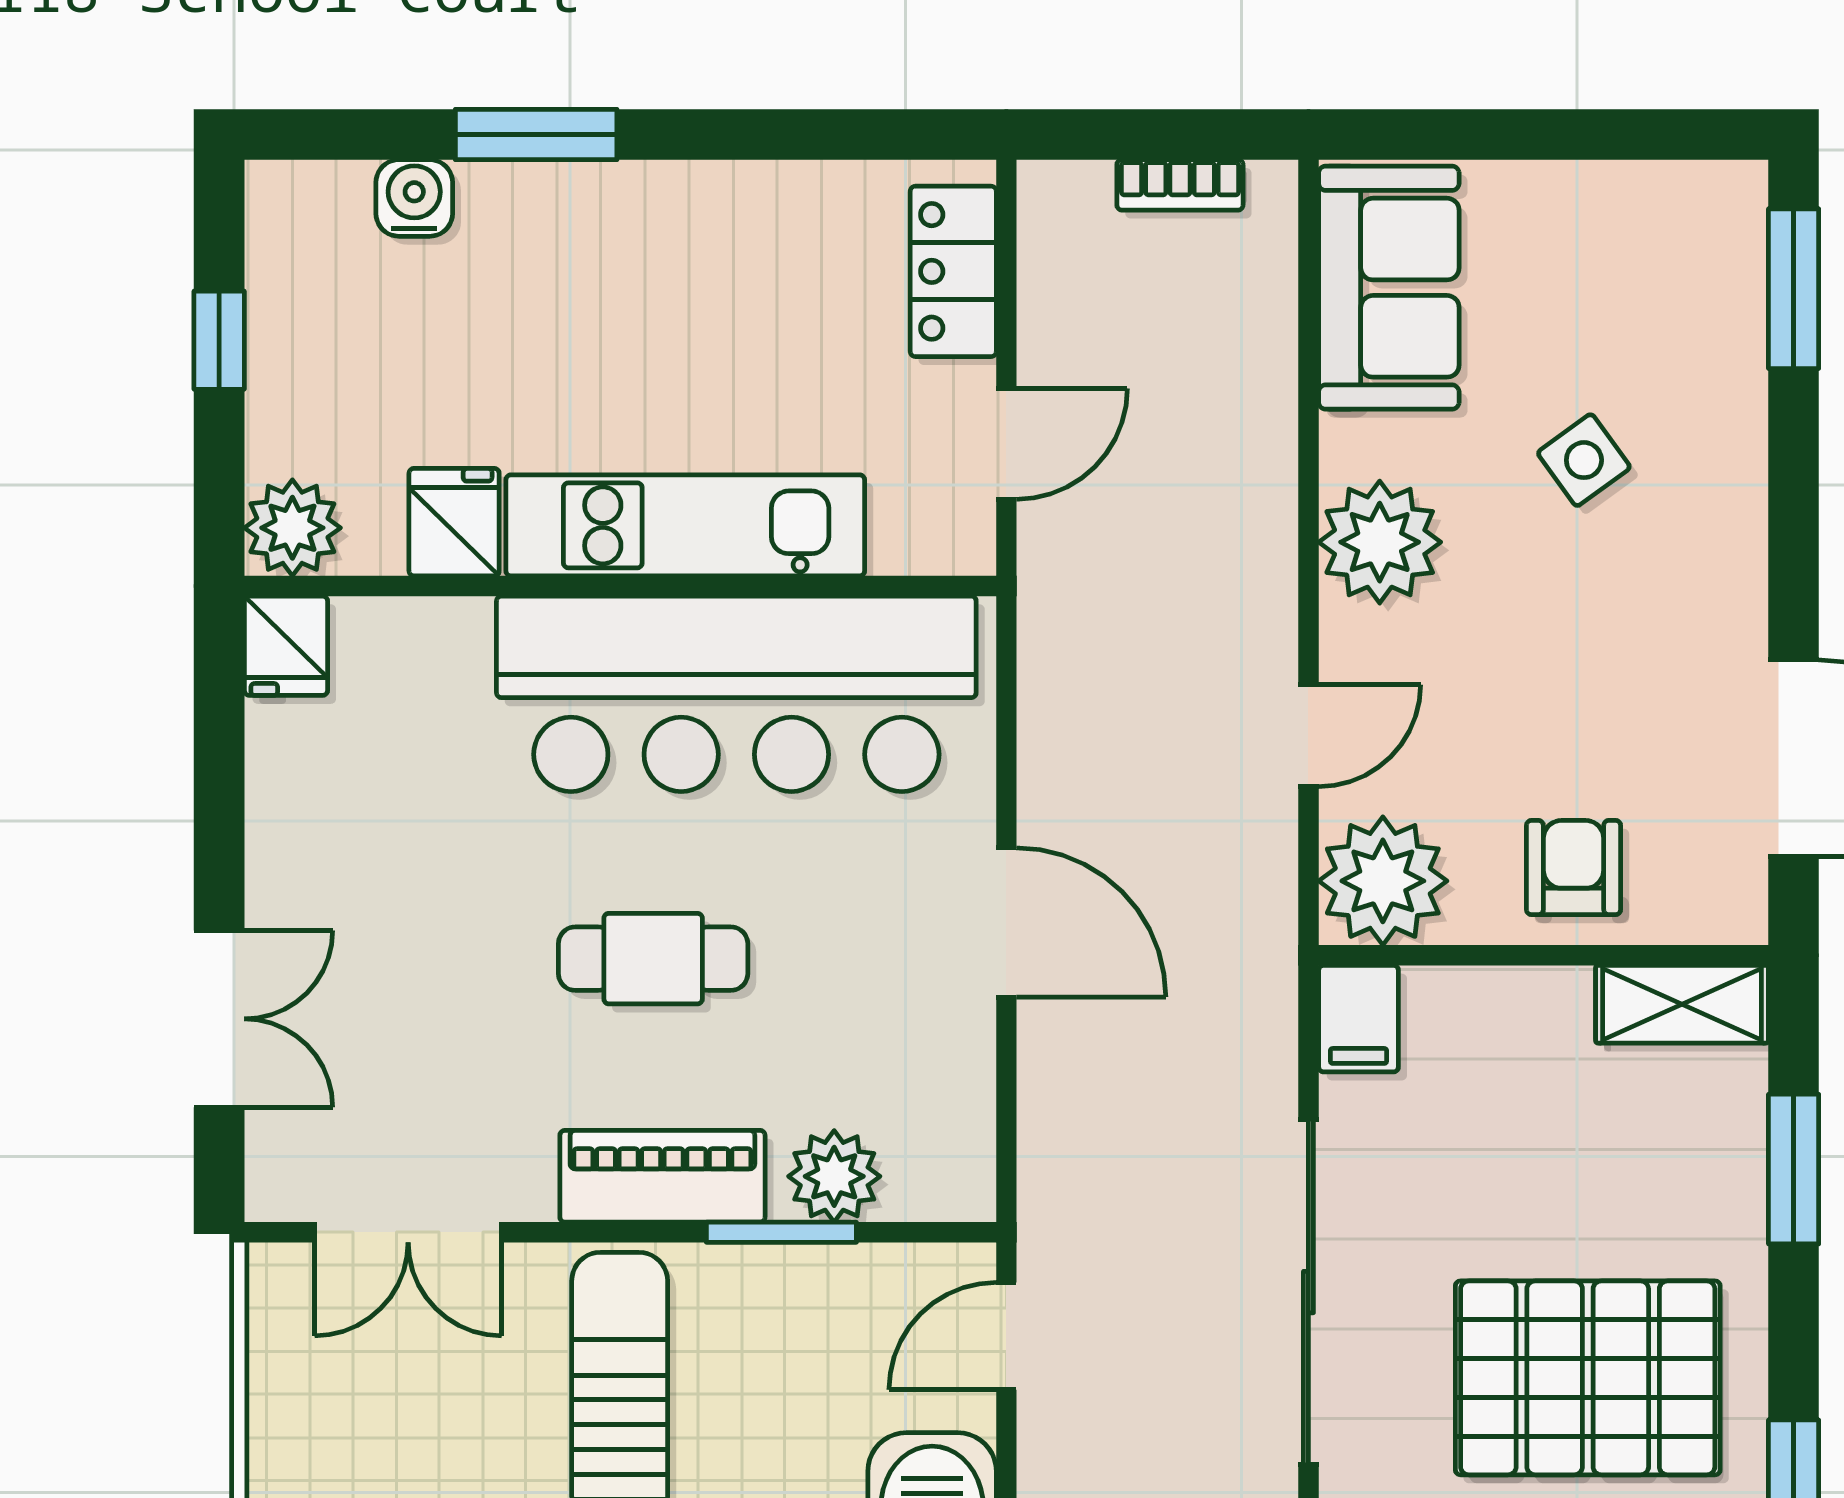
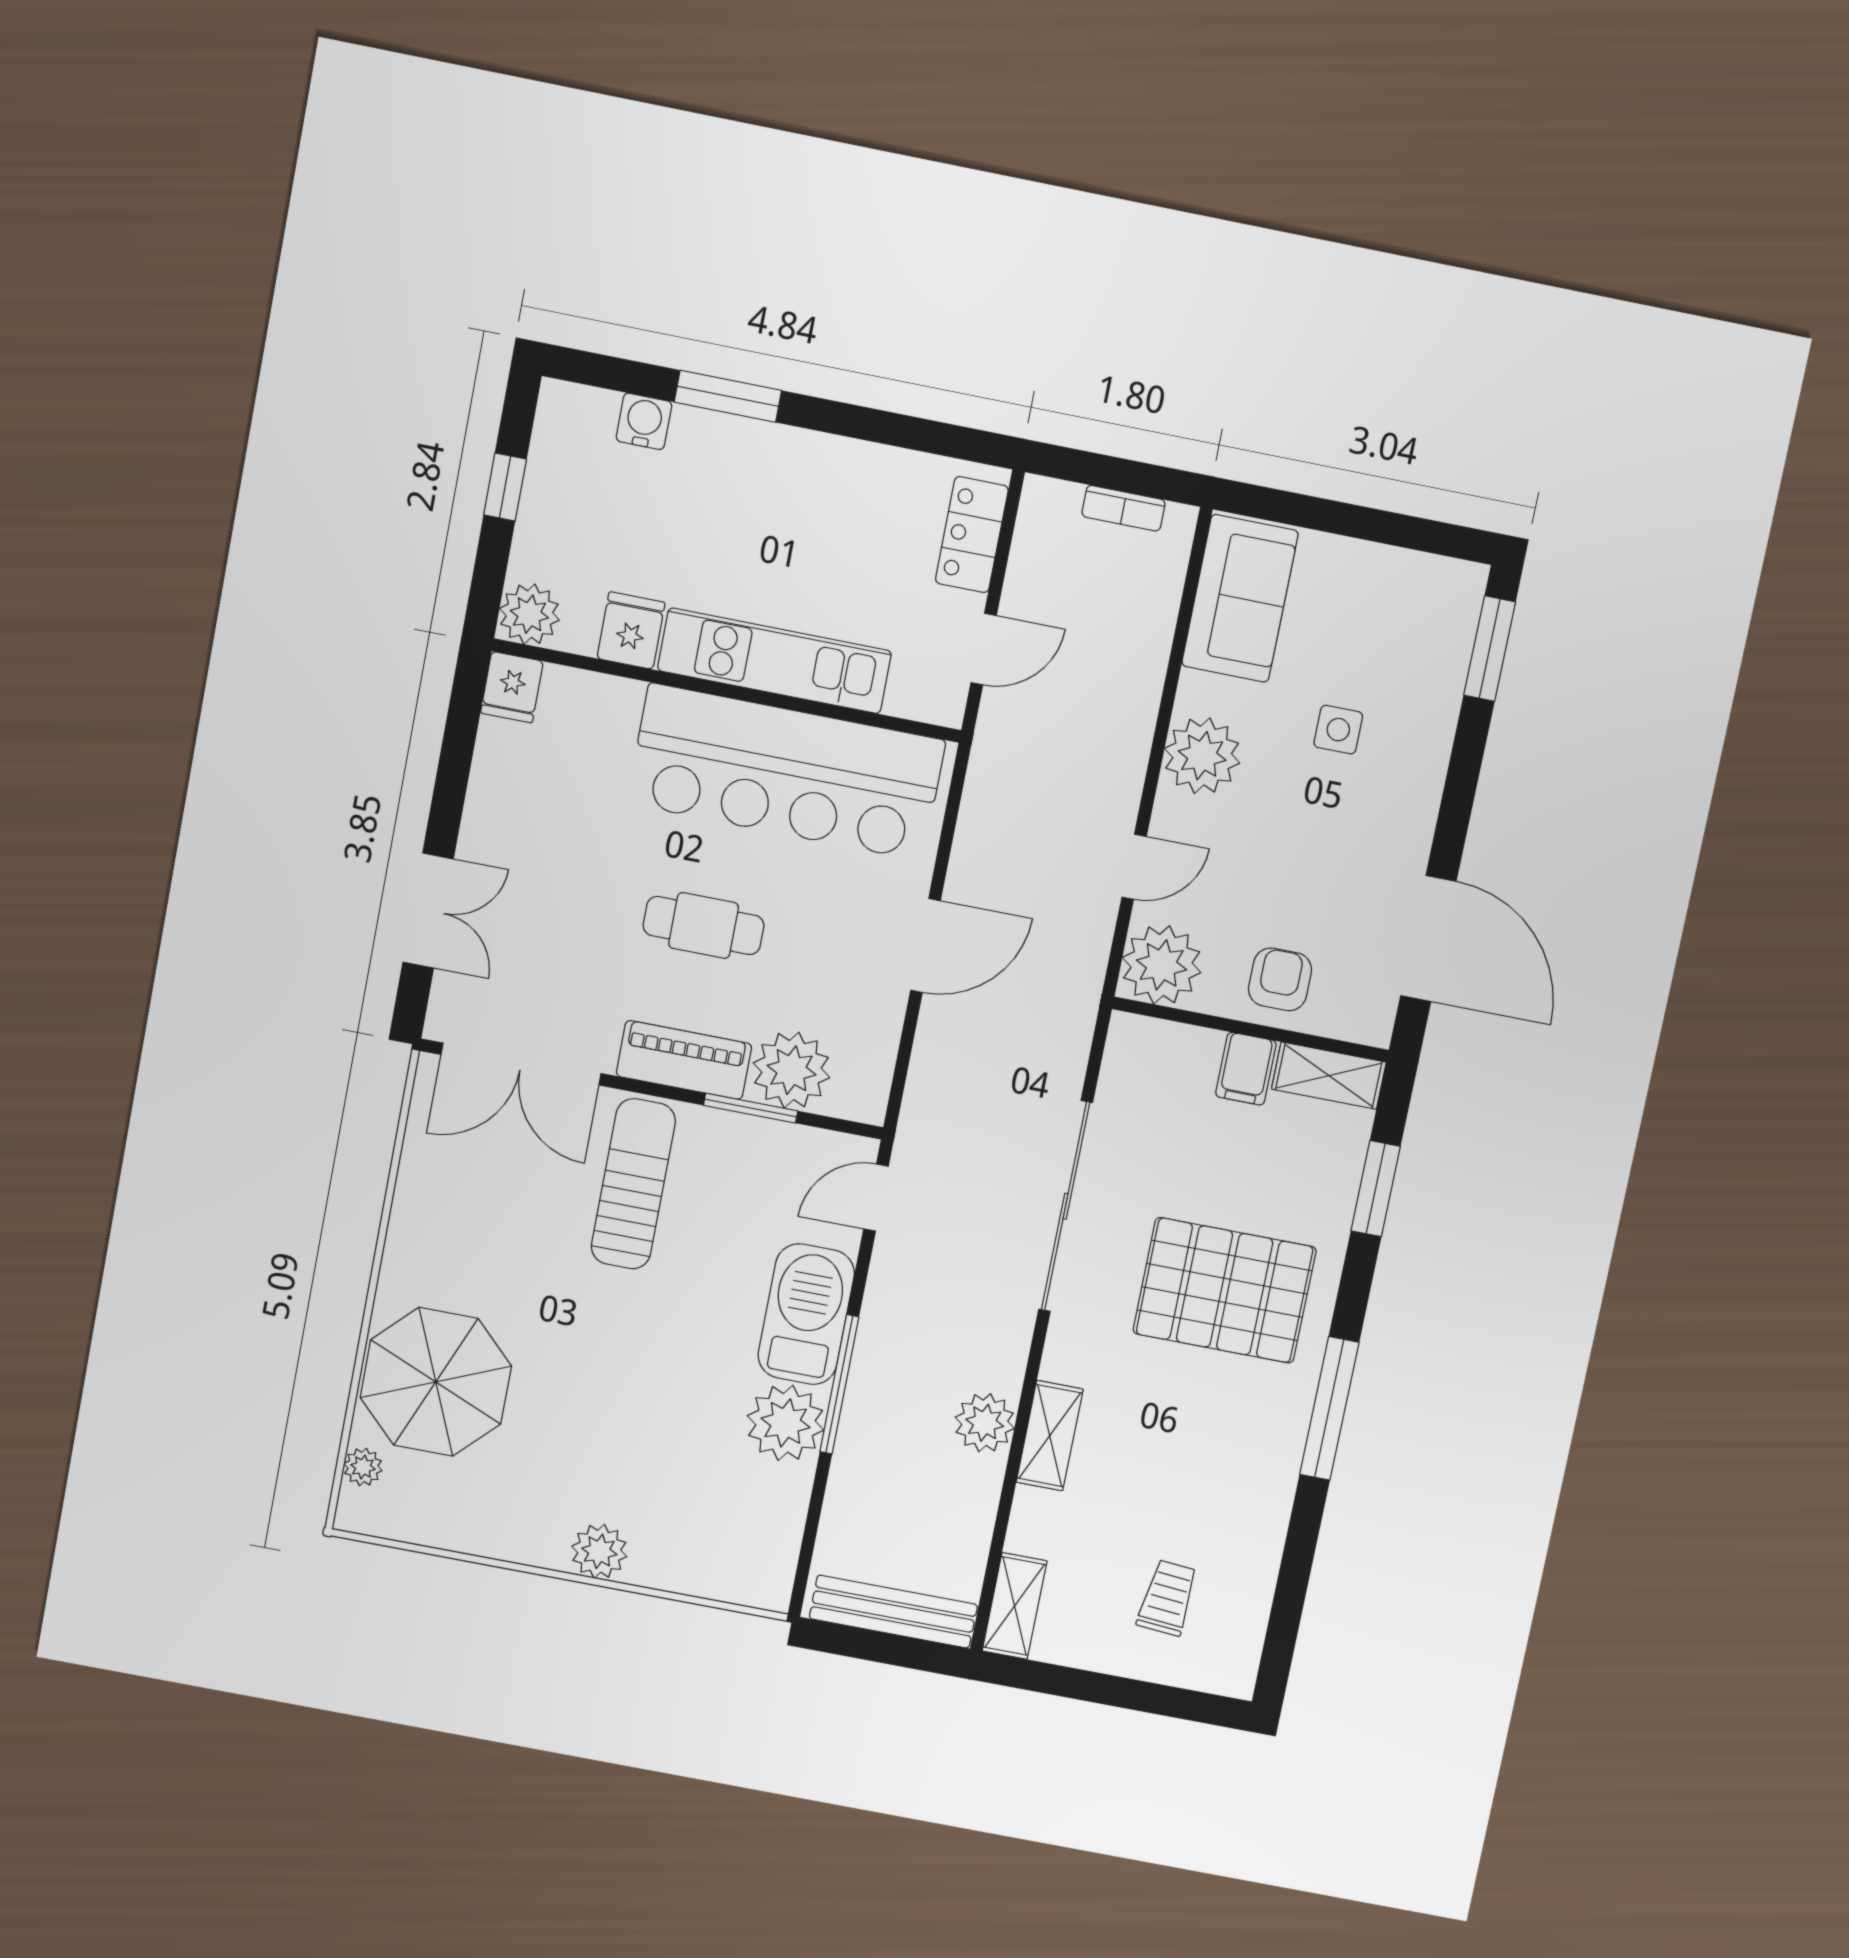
side table: (1584, 460) -> (1338, 730), turned 36
door: (1006, 922) -> (925, 946), hinge flipped
filing cabinet: (1359, 1019) -> (1246, 1069), moved
plant: (834, 1176) -> (791, 1070), width x1.36, depth x1.36
double door: (408, 1232) -> (521, 1064), width x1.37

